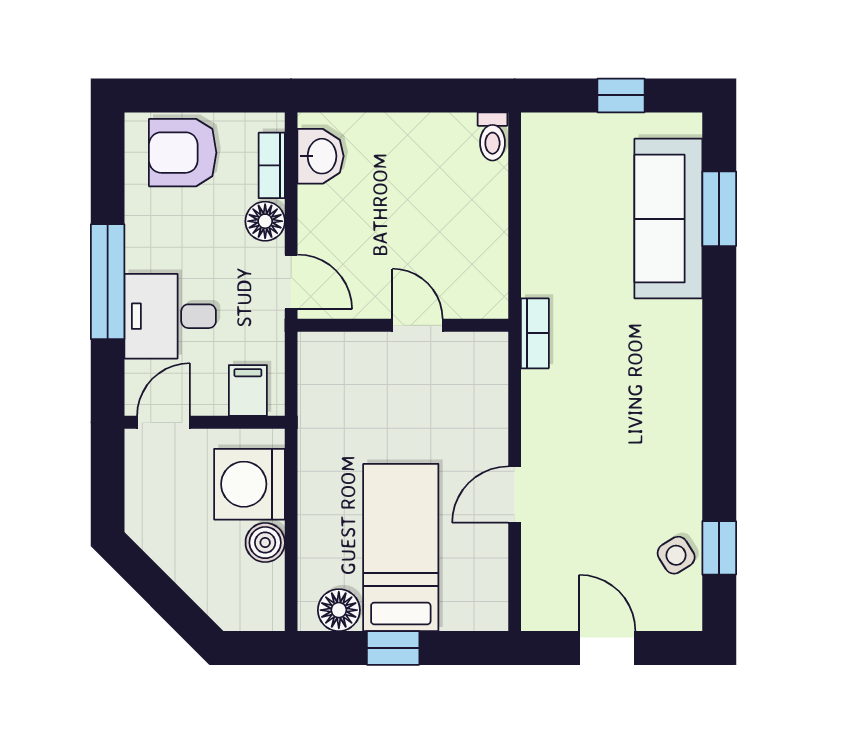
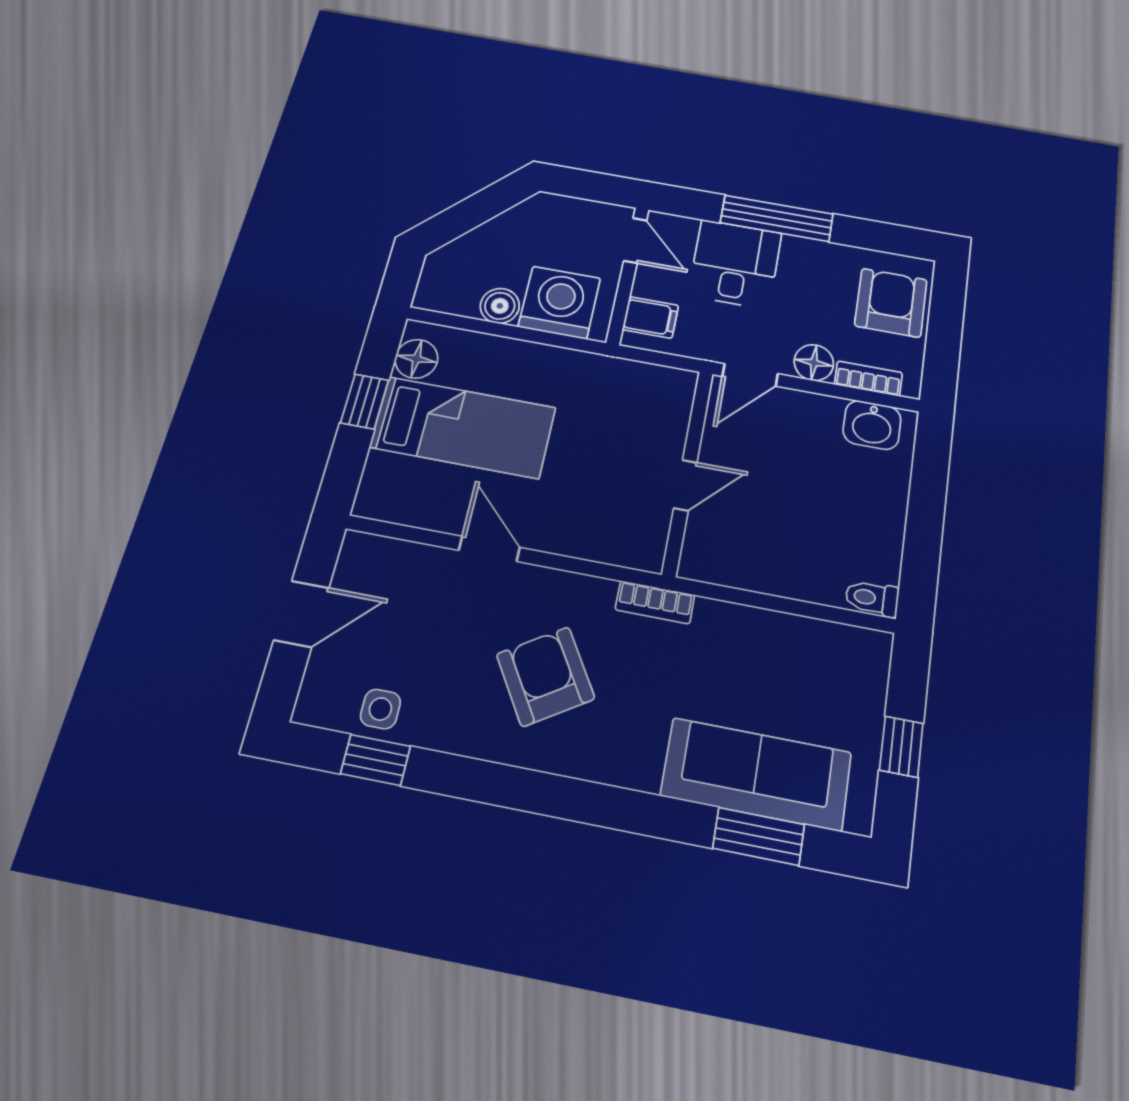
armchair: (620, 418) -> (545, 676), added
side table: (676, 555) -> (380, 709), turned 32

